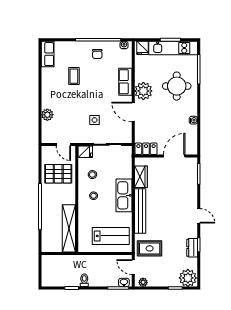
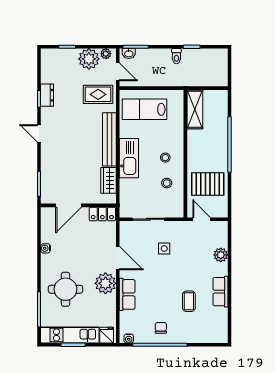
row of seats: (48, 54) -> (220, 292), moved
fridge: (85, 152) -> (175, 210), removed
shelving: (69, 228) -> (195, 109), width x0.68
plant: (188, 278) -> (89, 59), moved

